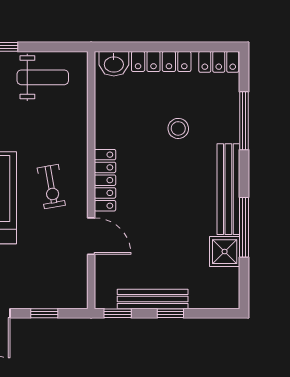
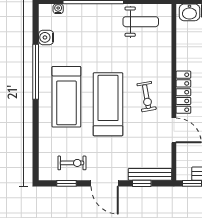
bench: (56, 300) -> (150, 174), added

